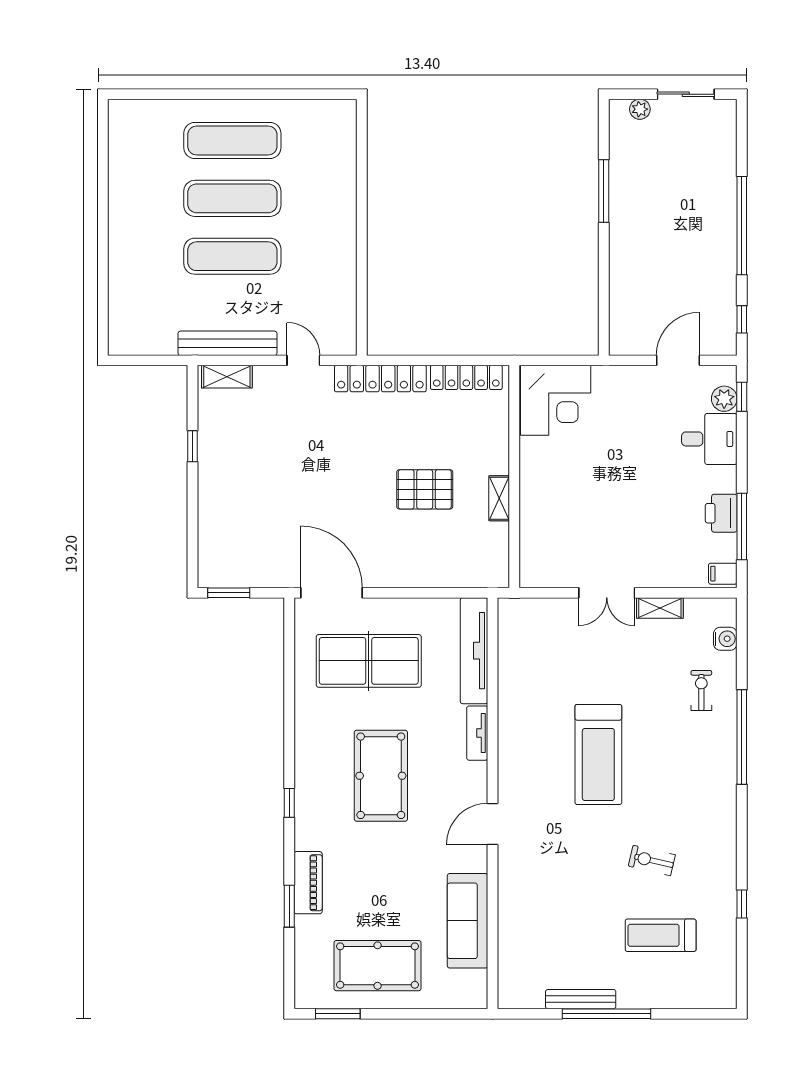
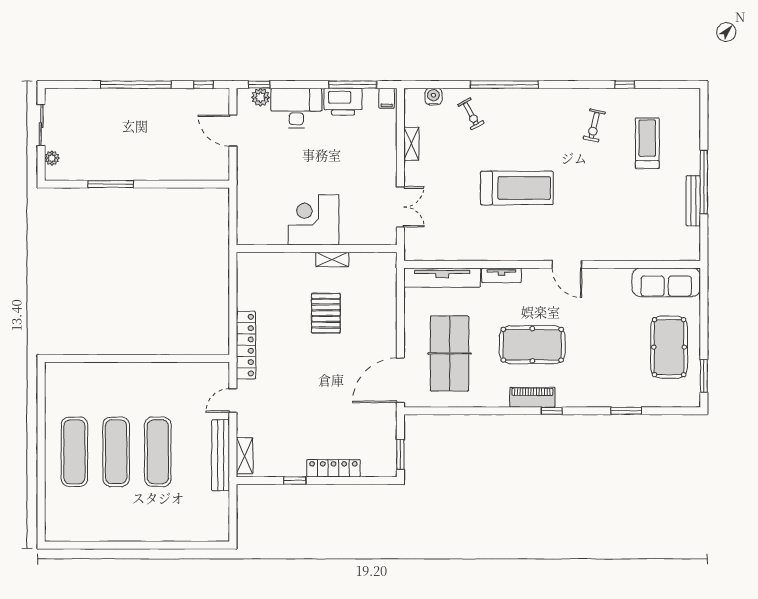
locker: (466, 377) -> (333, 468), moved, turned -90
corner desk: (556, 400) -> (314, 220), moved, turned -90
desk: (709, 439) -> (296, 108), width x1.37
printer: (721, 513) -> (343, 102), width x1.37, depth x1.19
double door: (607, 593) -> (400, 207), moved
exercise bike: (701, 691) -> (471, 114), turned -119
exercise bike: (652, 860) -> (594, 125), moved
piano: (308, 883) -> (532, 397), moved
sofa: (468, 921) -> (666, 282), moved
treadmill: (661, 935) -> (647, 143), turned 180

